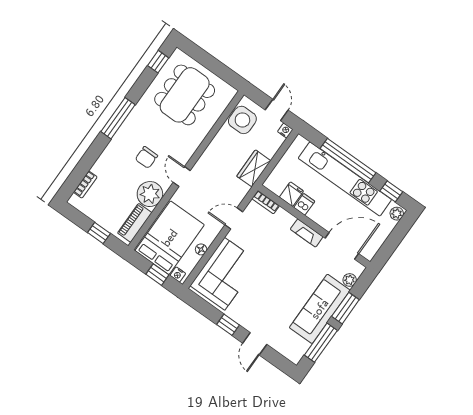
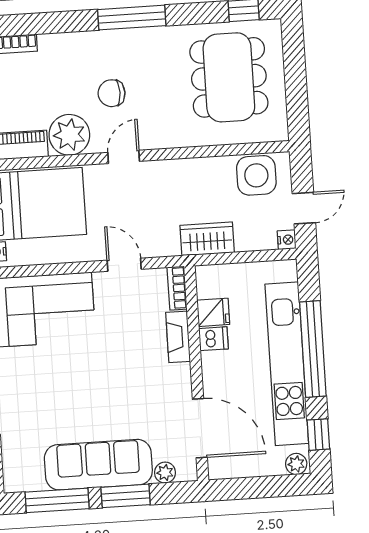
dining table: (185, 95) -> (229, 77), turned 90
fireplace: (307, 233) -> (178, 337), moved
floor lamp: (201, 249) -> (52, 255), removed

